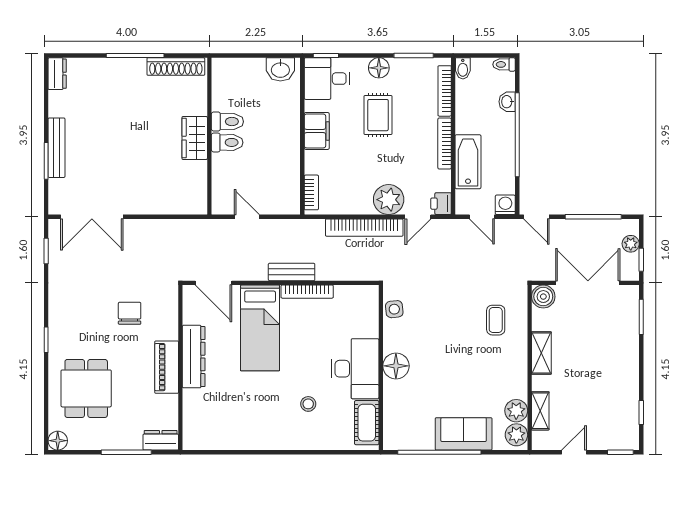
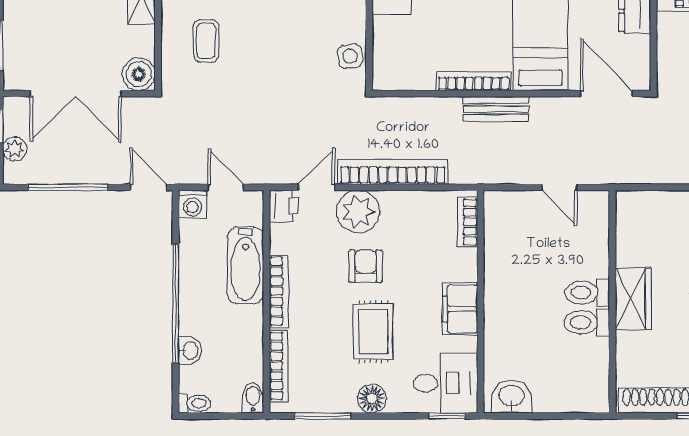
armchair: (383, 161) -> (366, 266), added

